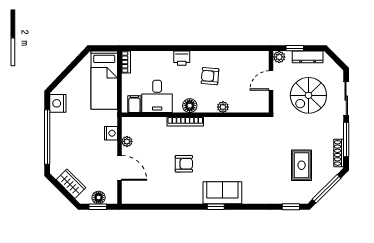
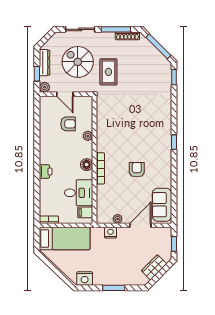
armchair: (210, 76) -> (68, 124), moved, turned -95
spiral stairs: (308, 95) -> (78, 62), turned 180
window: (47, 137) -> (114, 288), width x0.47
rug: (302, 165) -> (108, 72), moved, turned 90
sofa: (222, 193) -> (162, 205), moved
floor lamp: (99, 198) -> (166, 243), removed

